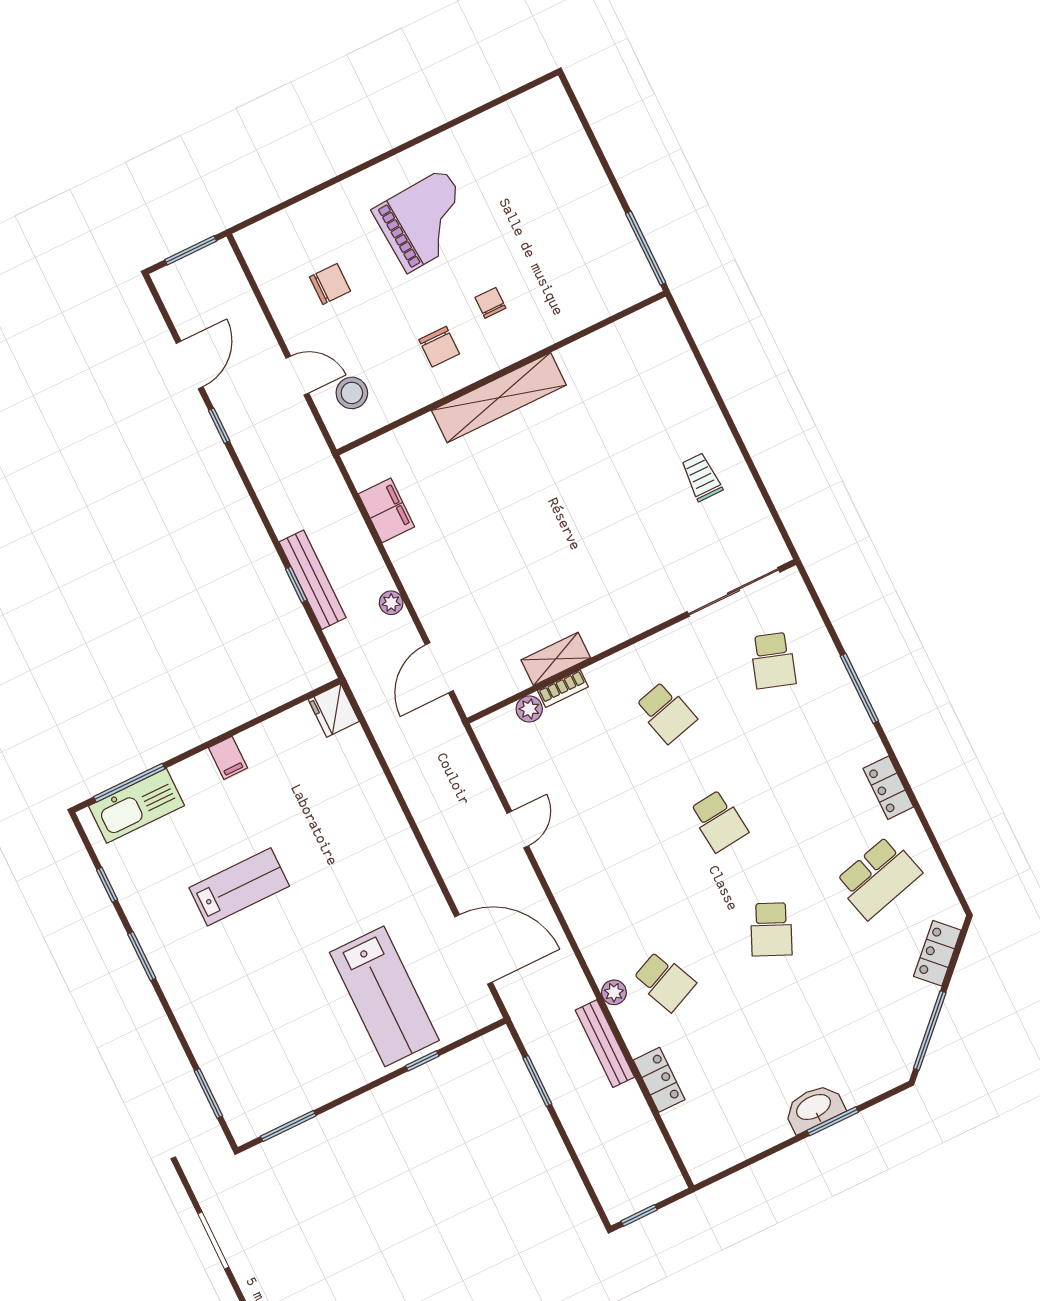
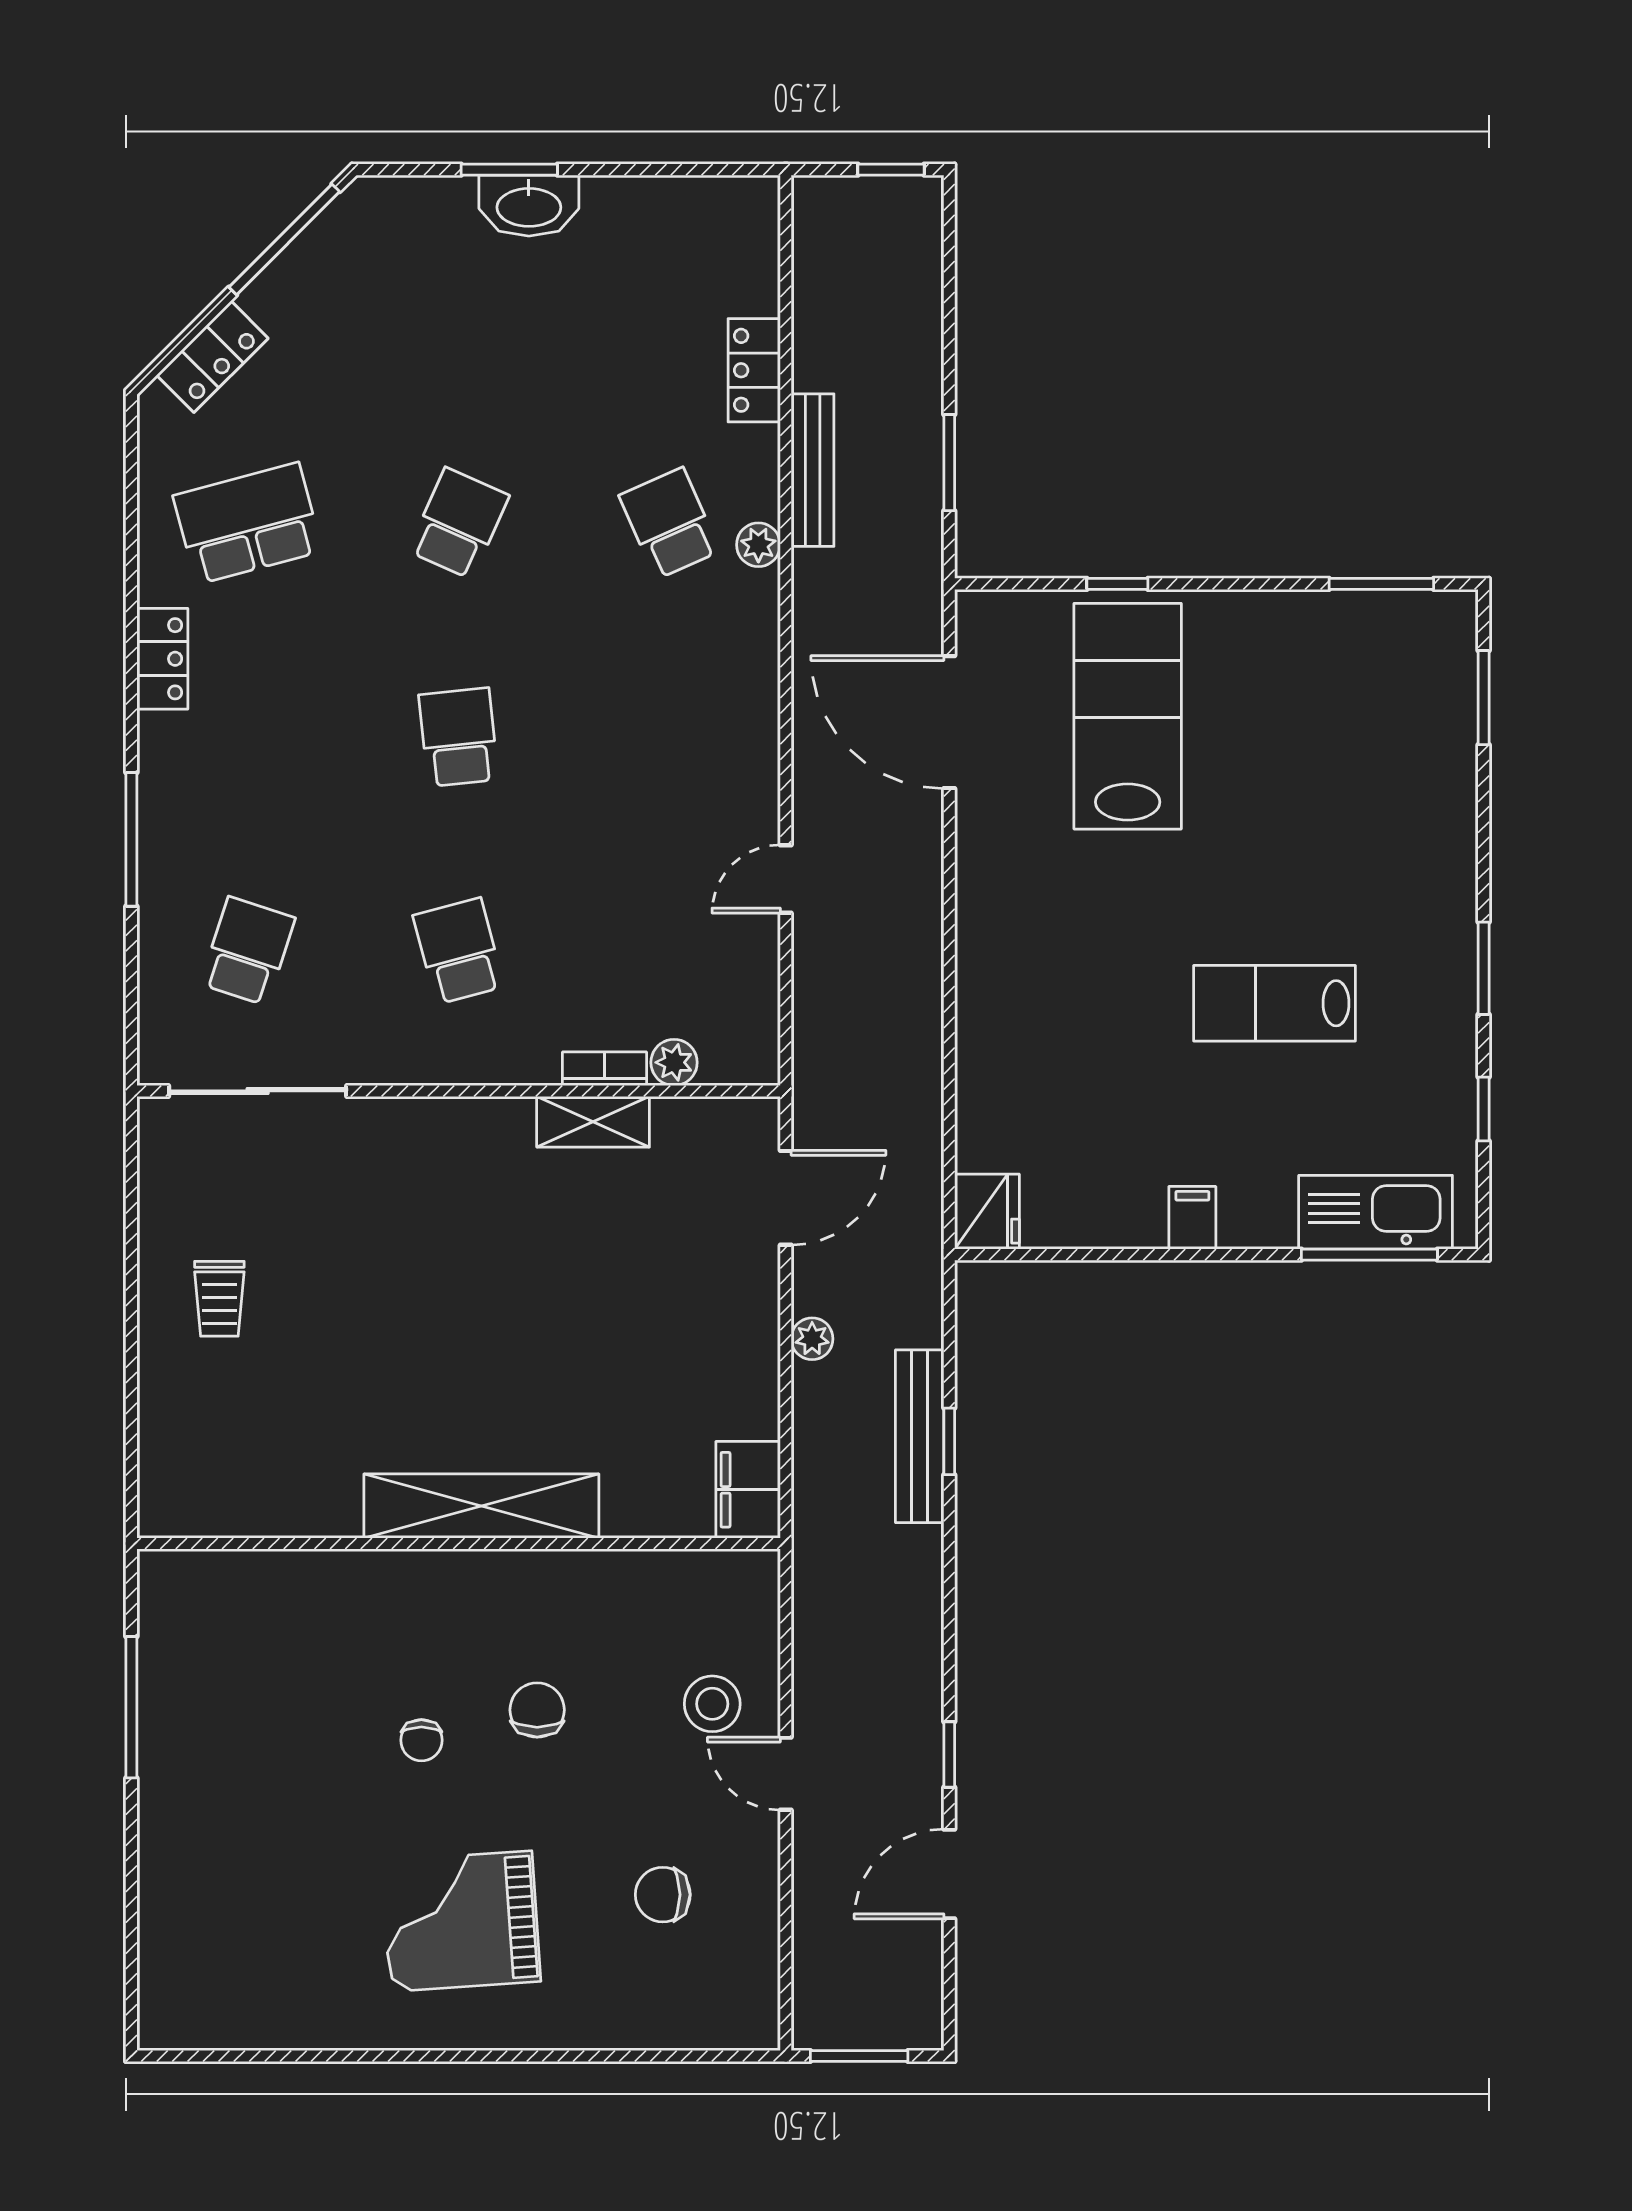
wall: (501, 373) -> (459, 1544), moved
shelving: (499, 398) -> (481, 1506), moved

